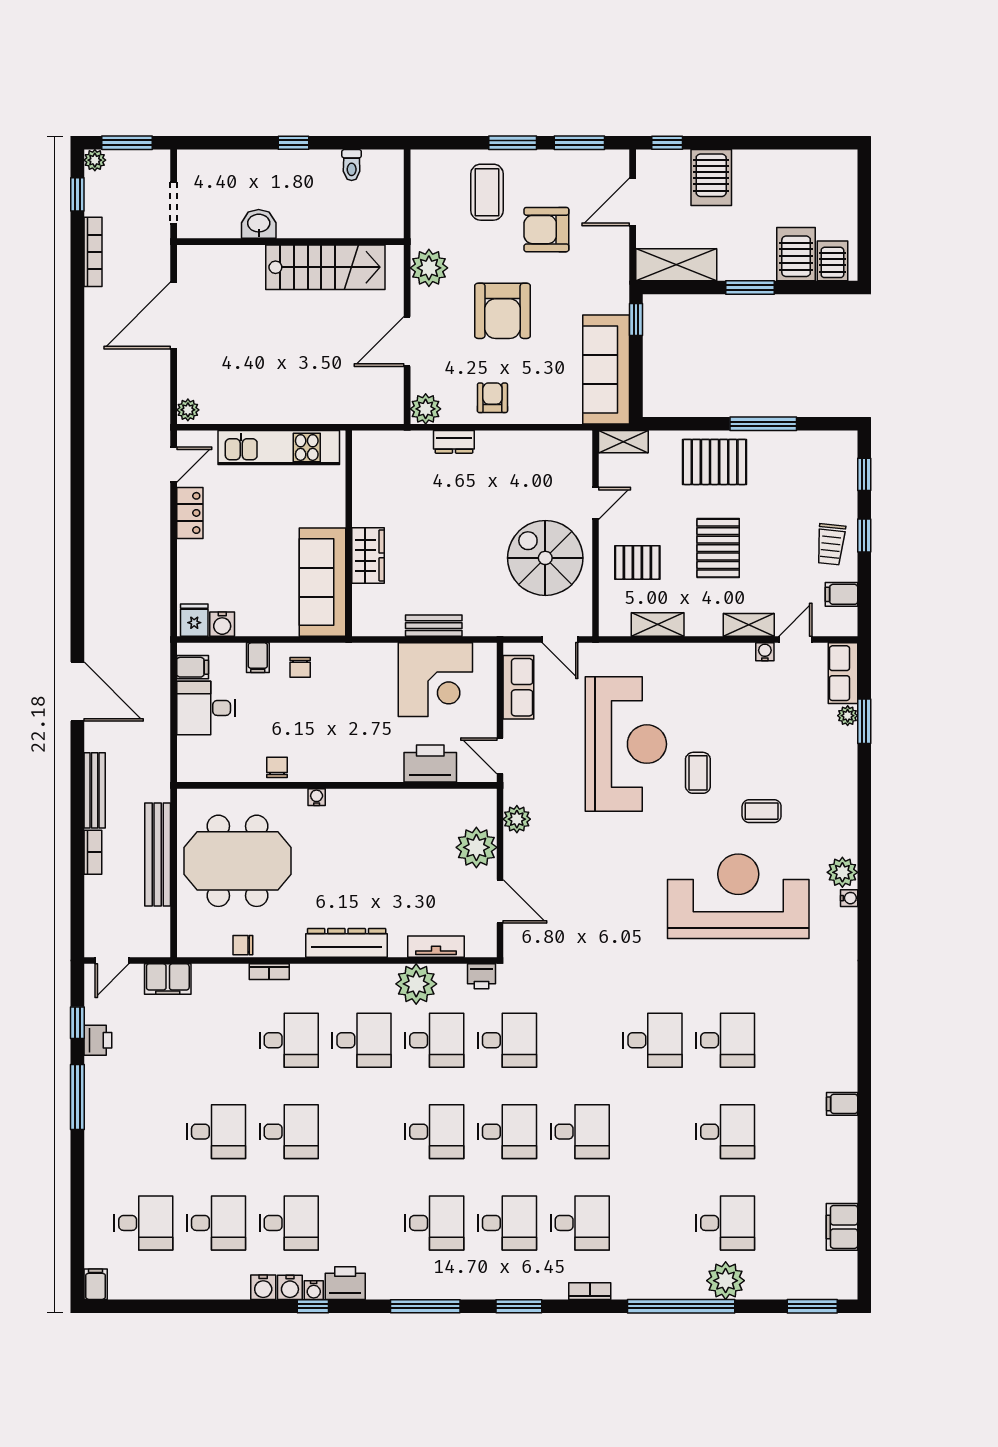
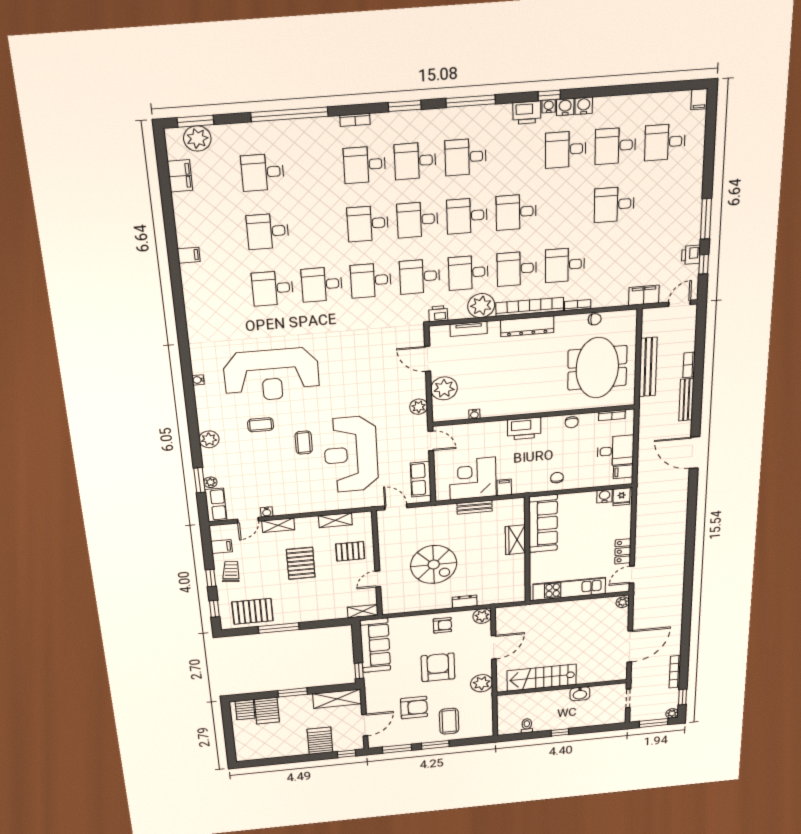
armchair: (492, 398) -> (442, 625), turned -90
pallet: (715, 462) -> (253, 611), moved
spiral stairs: (545, 558) -> (434, 565), moved
filing cabinet: (258, 658) -> (504, 487), moved
printer: (430, 764) -> (524, 429), moved
bookcase: (213, 774) -> (612, 415), added
water cooler: (317, 797) -> (474, 414), moved
meeting table: (237, 861) -> (597, 368), turned 90
plant: (842, 872) -> (209, 439), moved
bookcase: (342, 975) -> (530, 307), added
desk: (580, 1040) -> (371, 280), added
desk: (289, 1132) -> (516, 212), moved
plant: (726, 1281) -> (197, 139), moved

